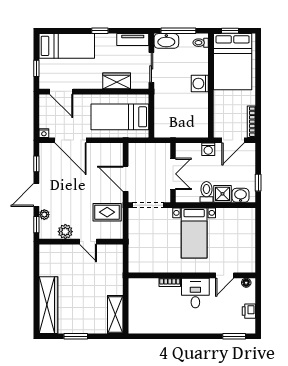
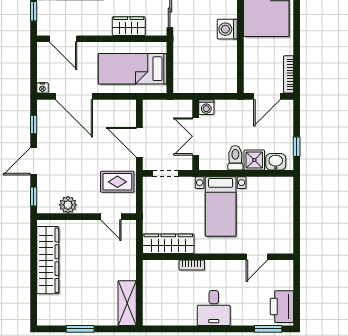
washing machine: (208, 149) -> (206, 107), moved
double door: (173, 174) -> (196, 136), swing flipped
doorway: (148, 205) -> (166, 173), width x0.73
plant: (44, 215) -> (43, 185), removed
door: (88, 242) -> (111, 217), moved
wardrobe: (150, 264) -> (168, 244), added
floor lamp: (246, 283) -> (282, 265), removed
desk: (195, 293) -> (214, 308), moved, turned 180
wardrobe: (48, 305) -> (48, 260), moved
printer: (249, 311) -> (282, 307), width x1.87, depth x1.48

